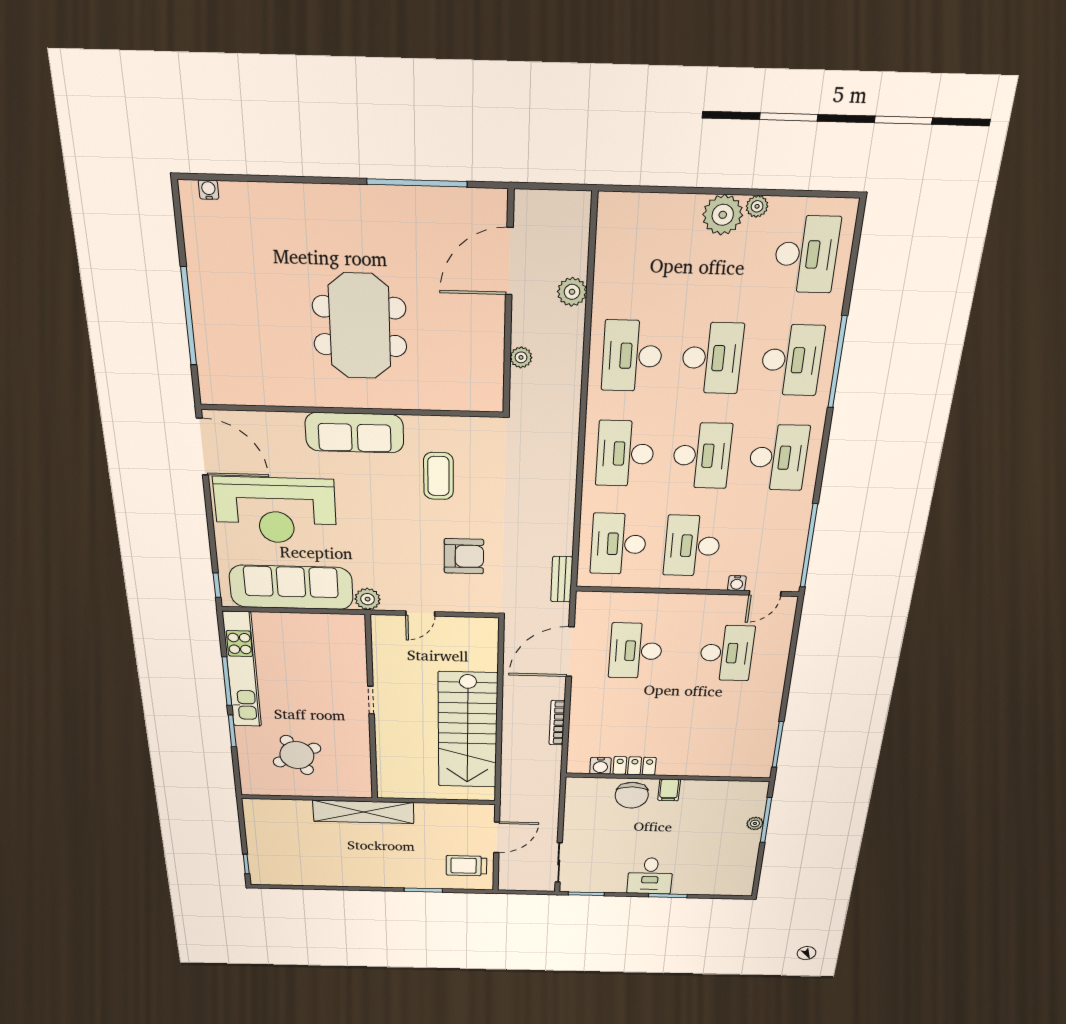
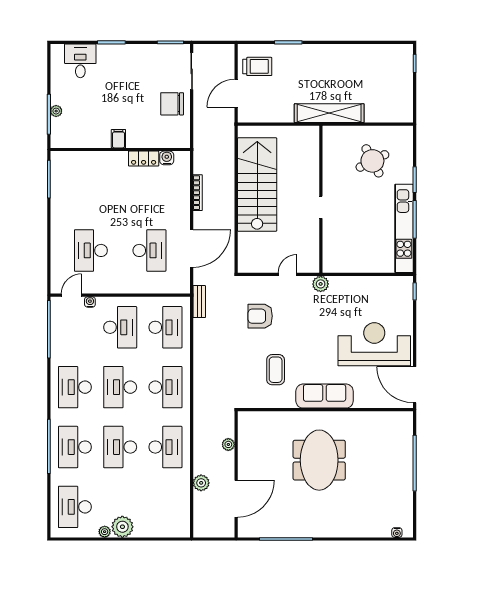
sofa: (291, 587) -> (368, 291), removed
chair: (632, 795) -> (172, 104), moved, turned -90
desk: (650, 876) -> (80, 61), moved

